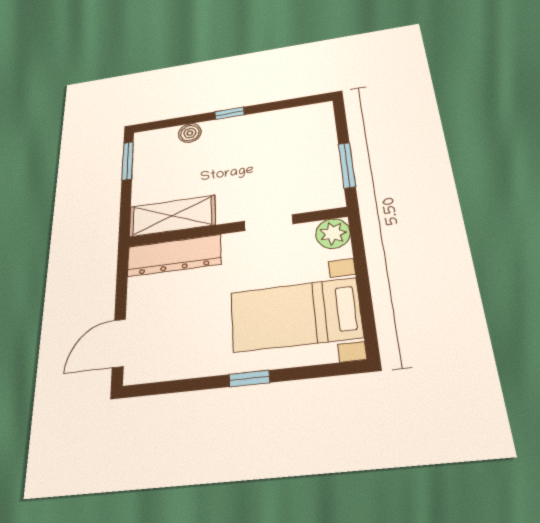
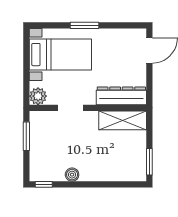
window: (229, 113) -> (44, 184), moved
boiler: (190, 133) -> (72, 175), moved
window: (249, 378) -> (84, 25), width x1.50

